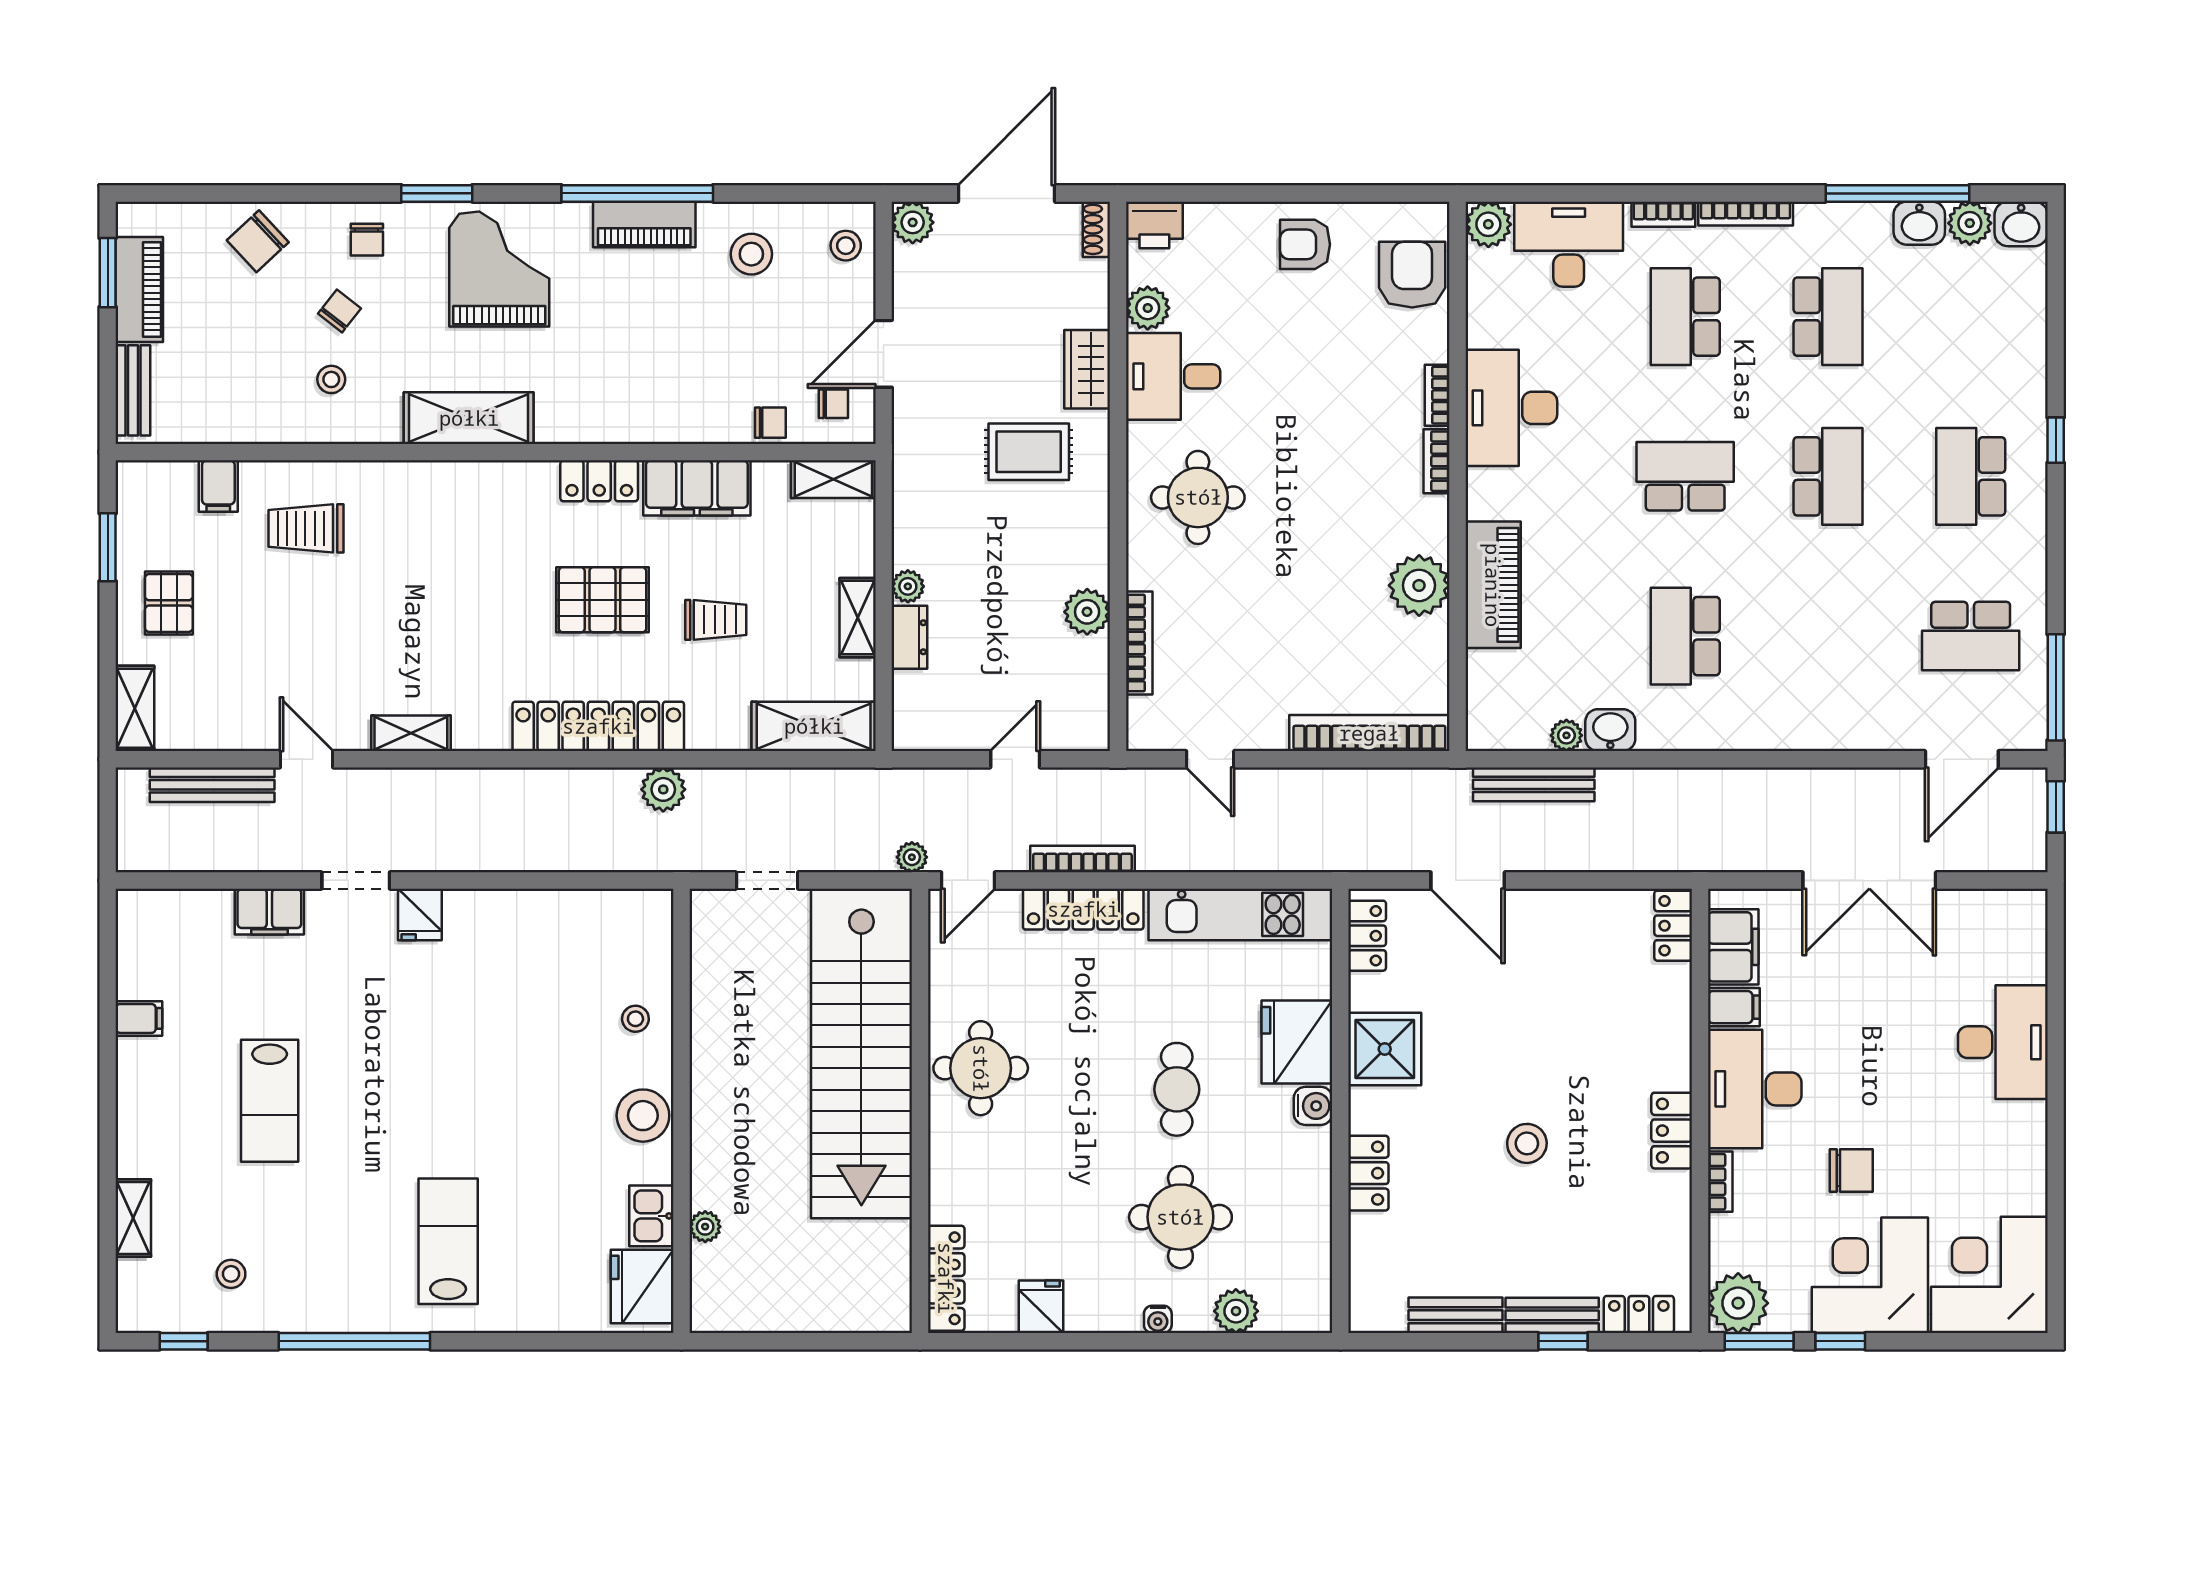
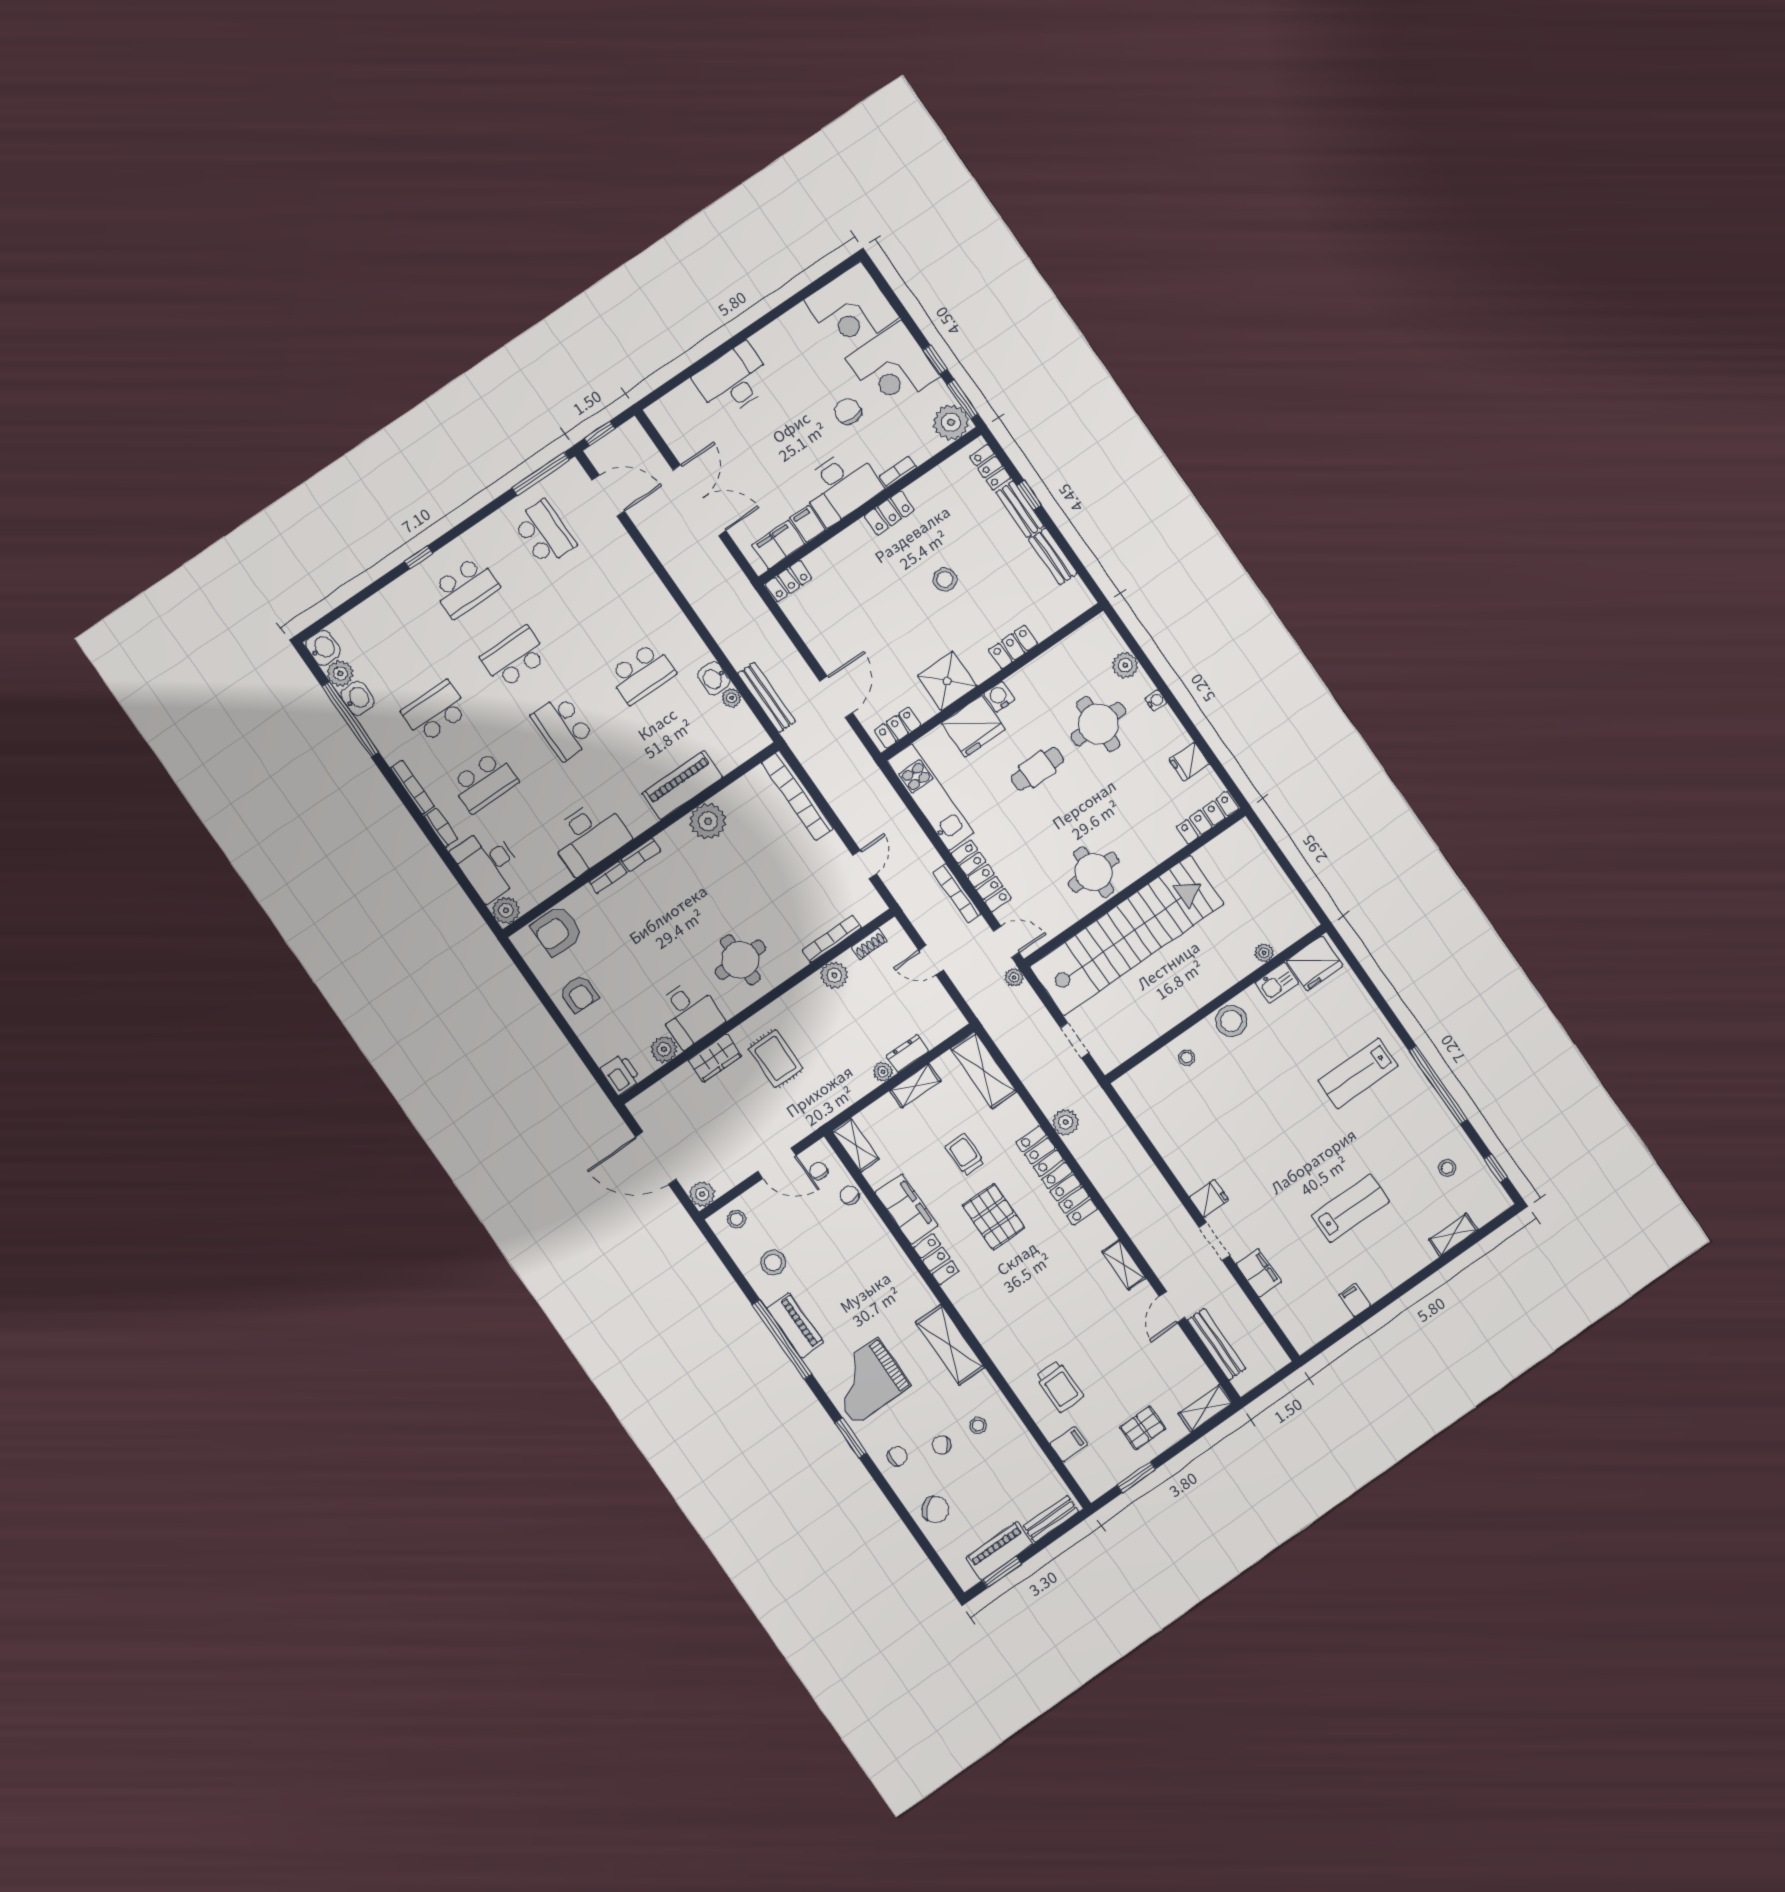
shoe rack: (1096, 229) -> (869, 944), moved

